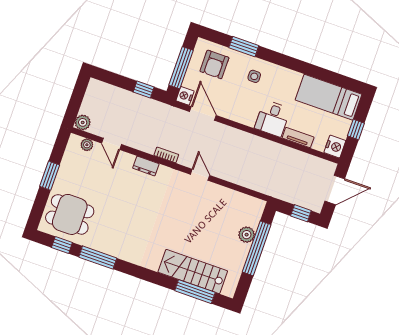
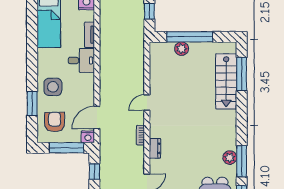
armchair: (214, 64) -> (55, 122), turned -90
side table: (254, 76) -> (53, 87), width x1.87, depth x1.87
plant: (106, 246) -> (230, 158), added

